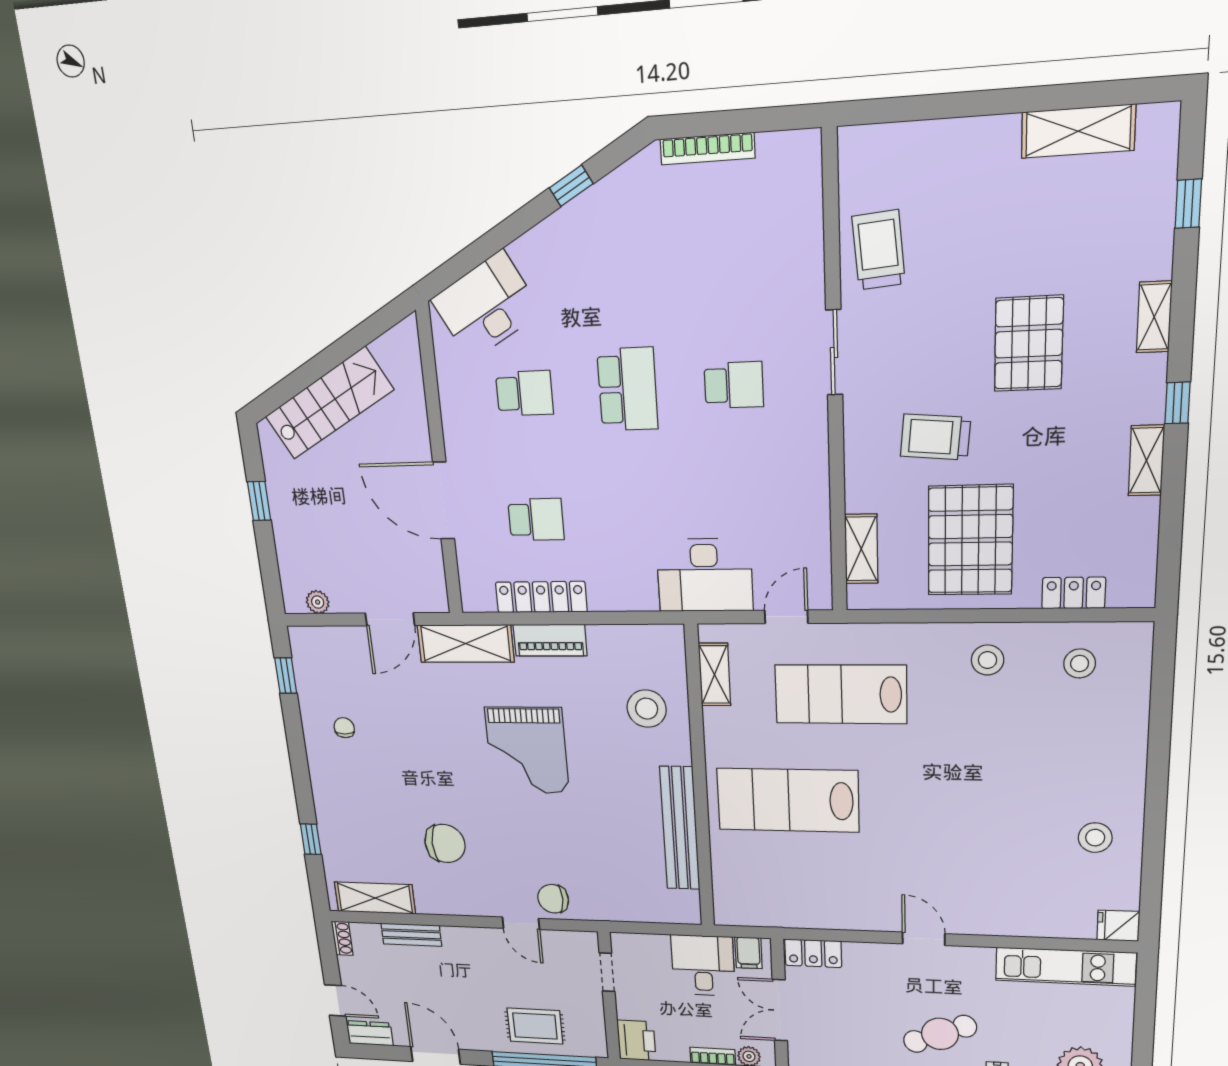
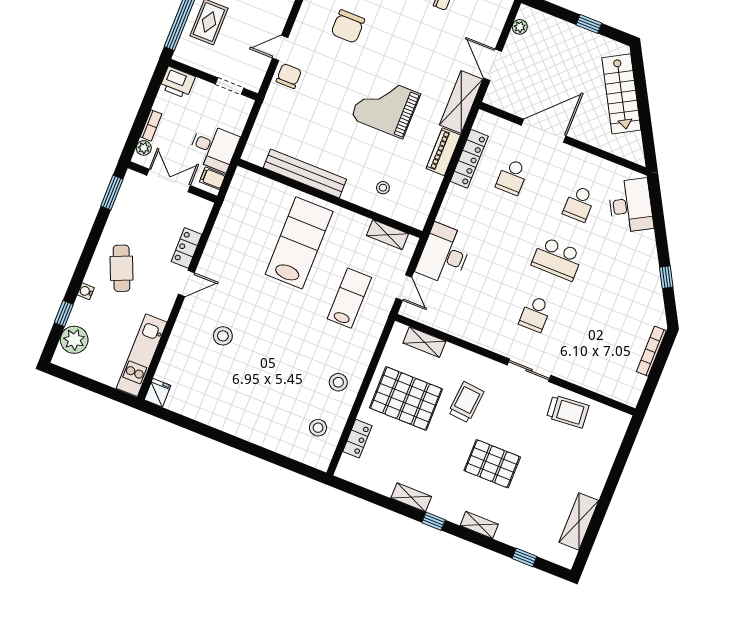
lab bench: (841, 694) -> (349, 298), width x0.73, depth x0.72
stool: (647, 709) -> (383, 188), width x0.53, depth x0.53
stool: (1095, 838) -> (223, 336), moved
locker: (813, 953) -> (187, 248), moved

